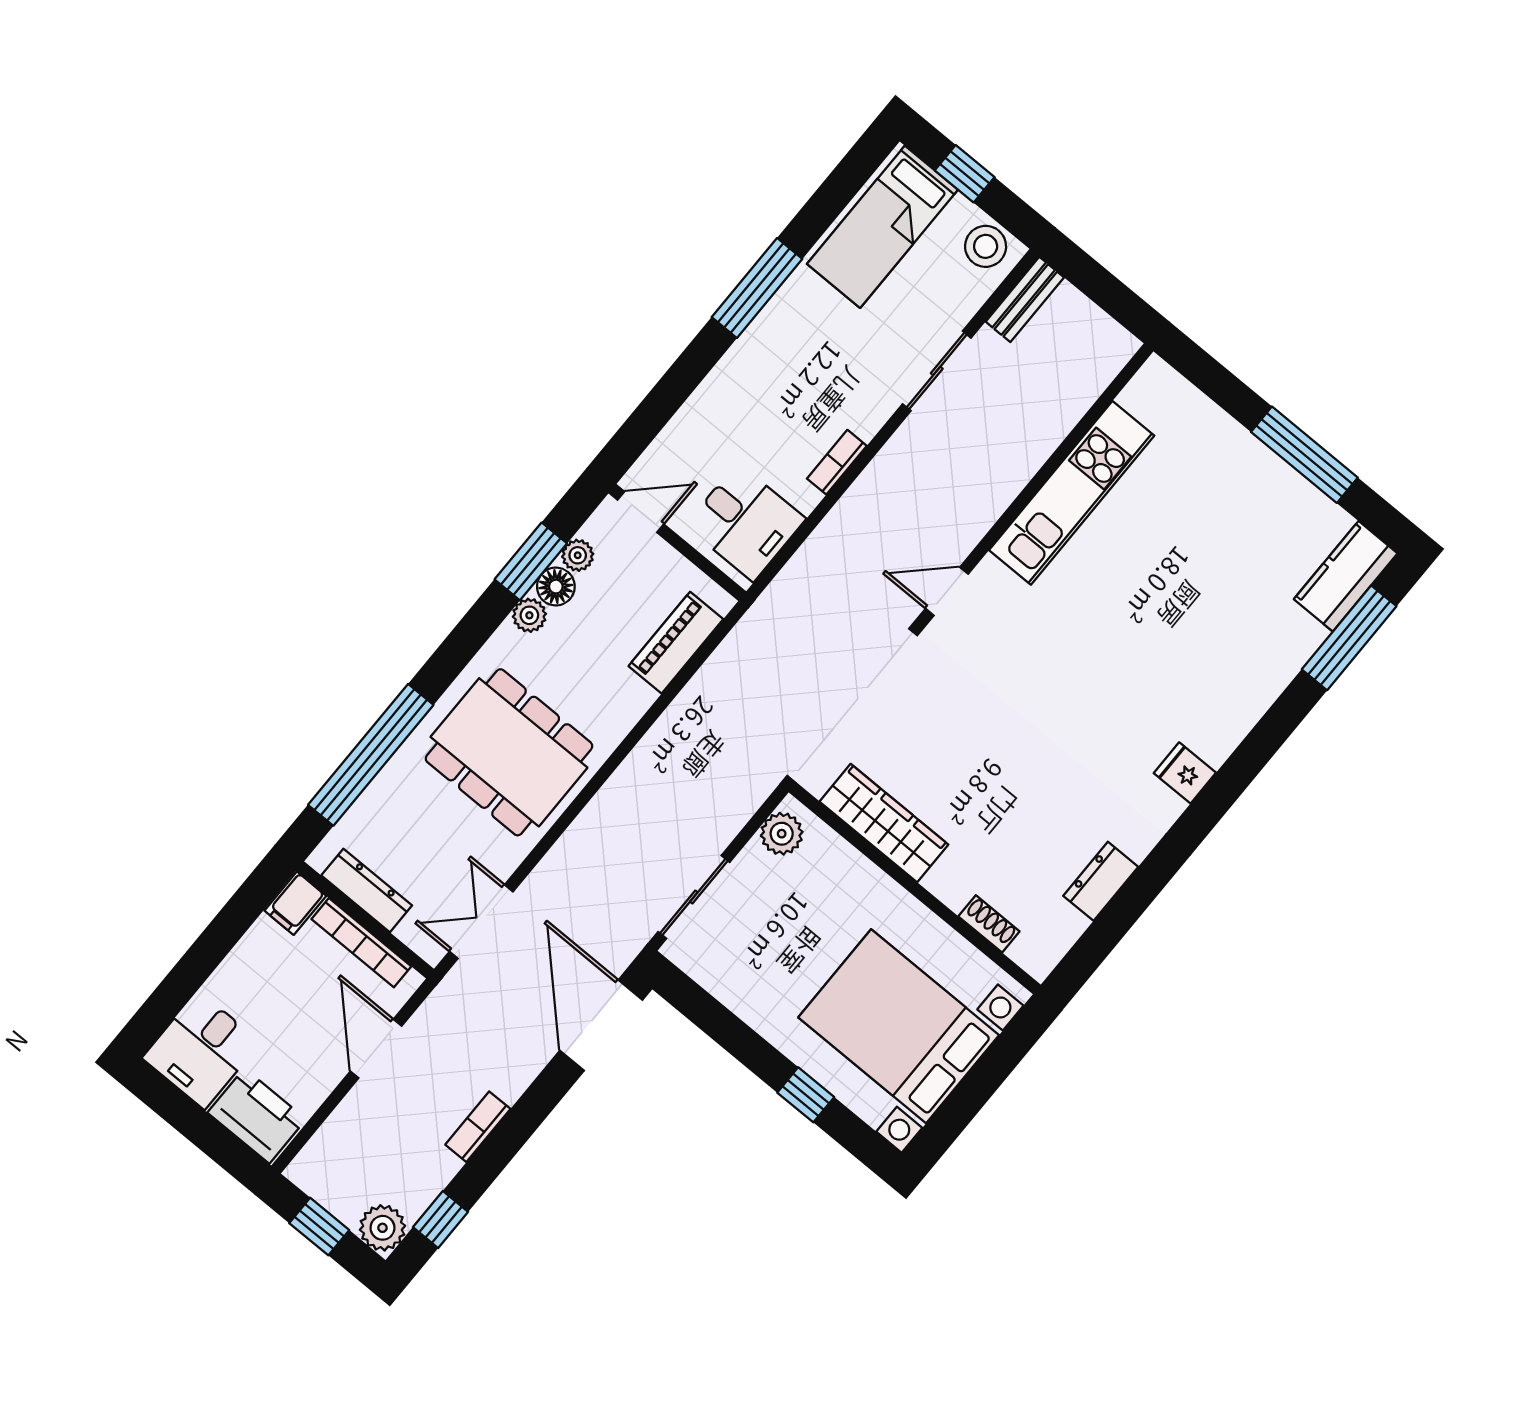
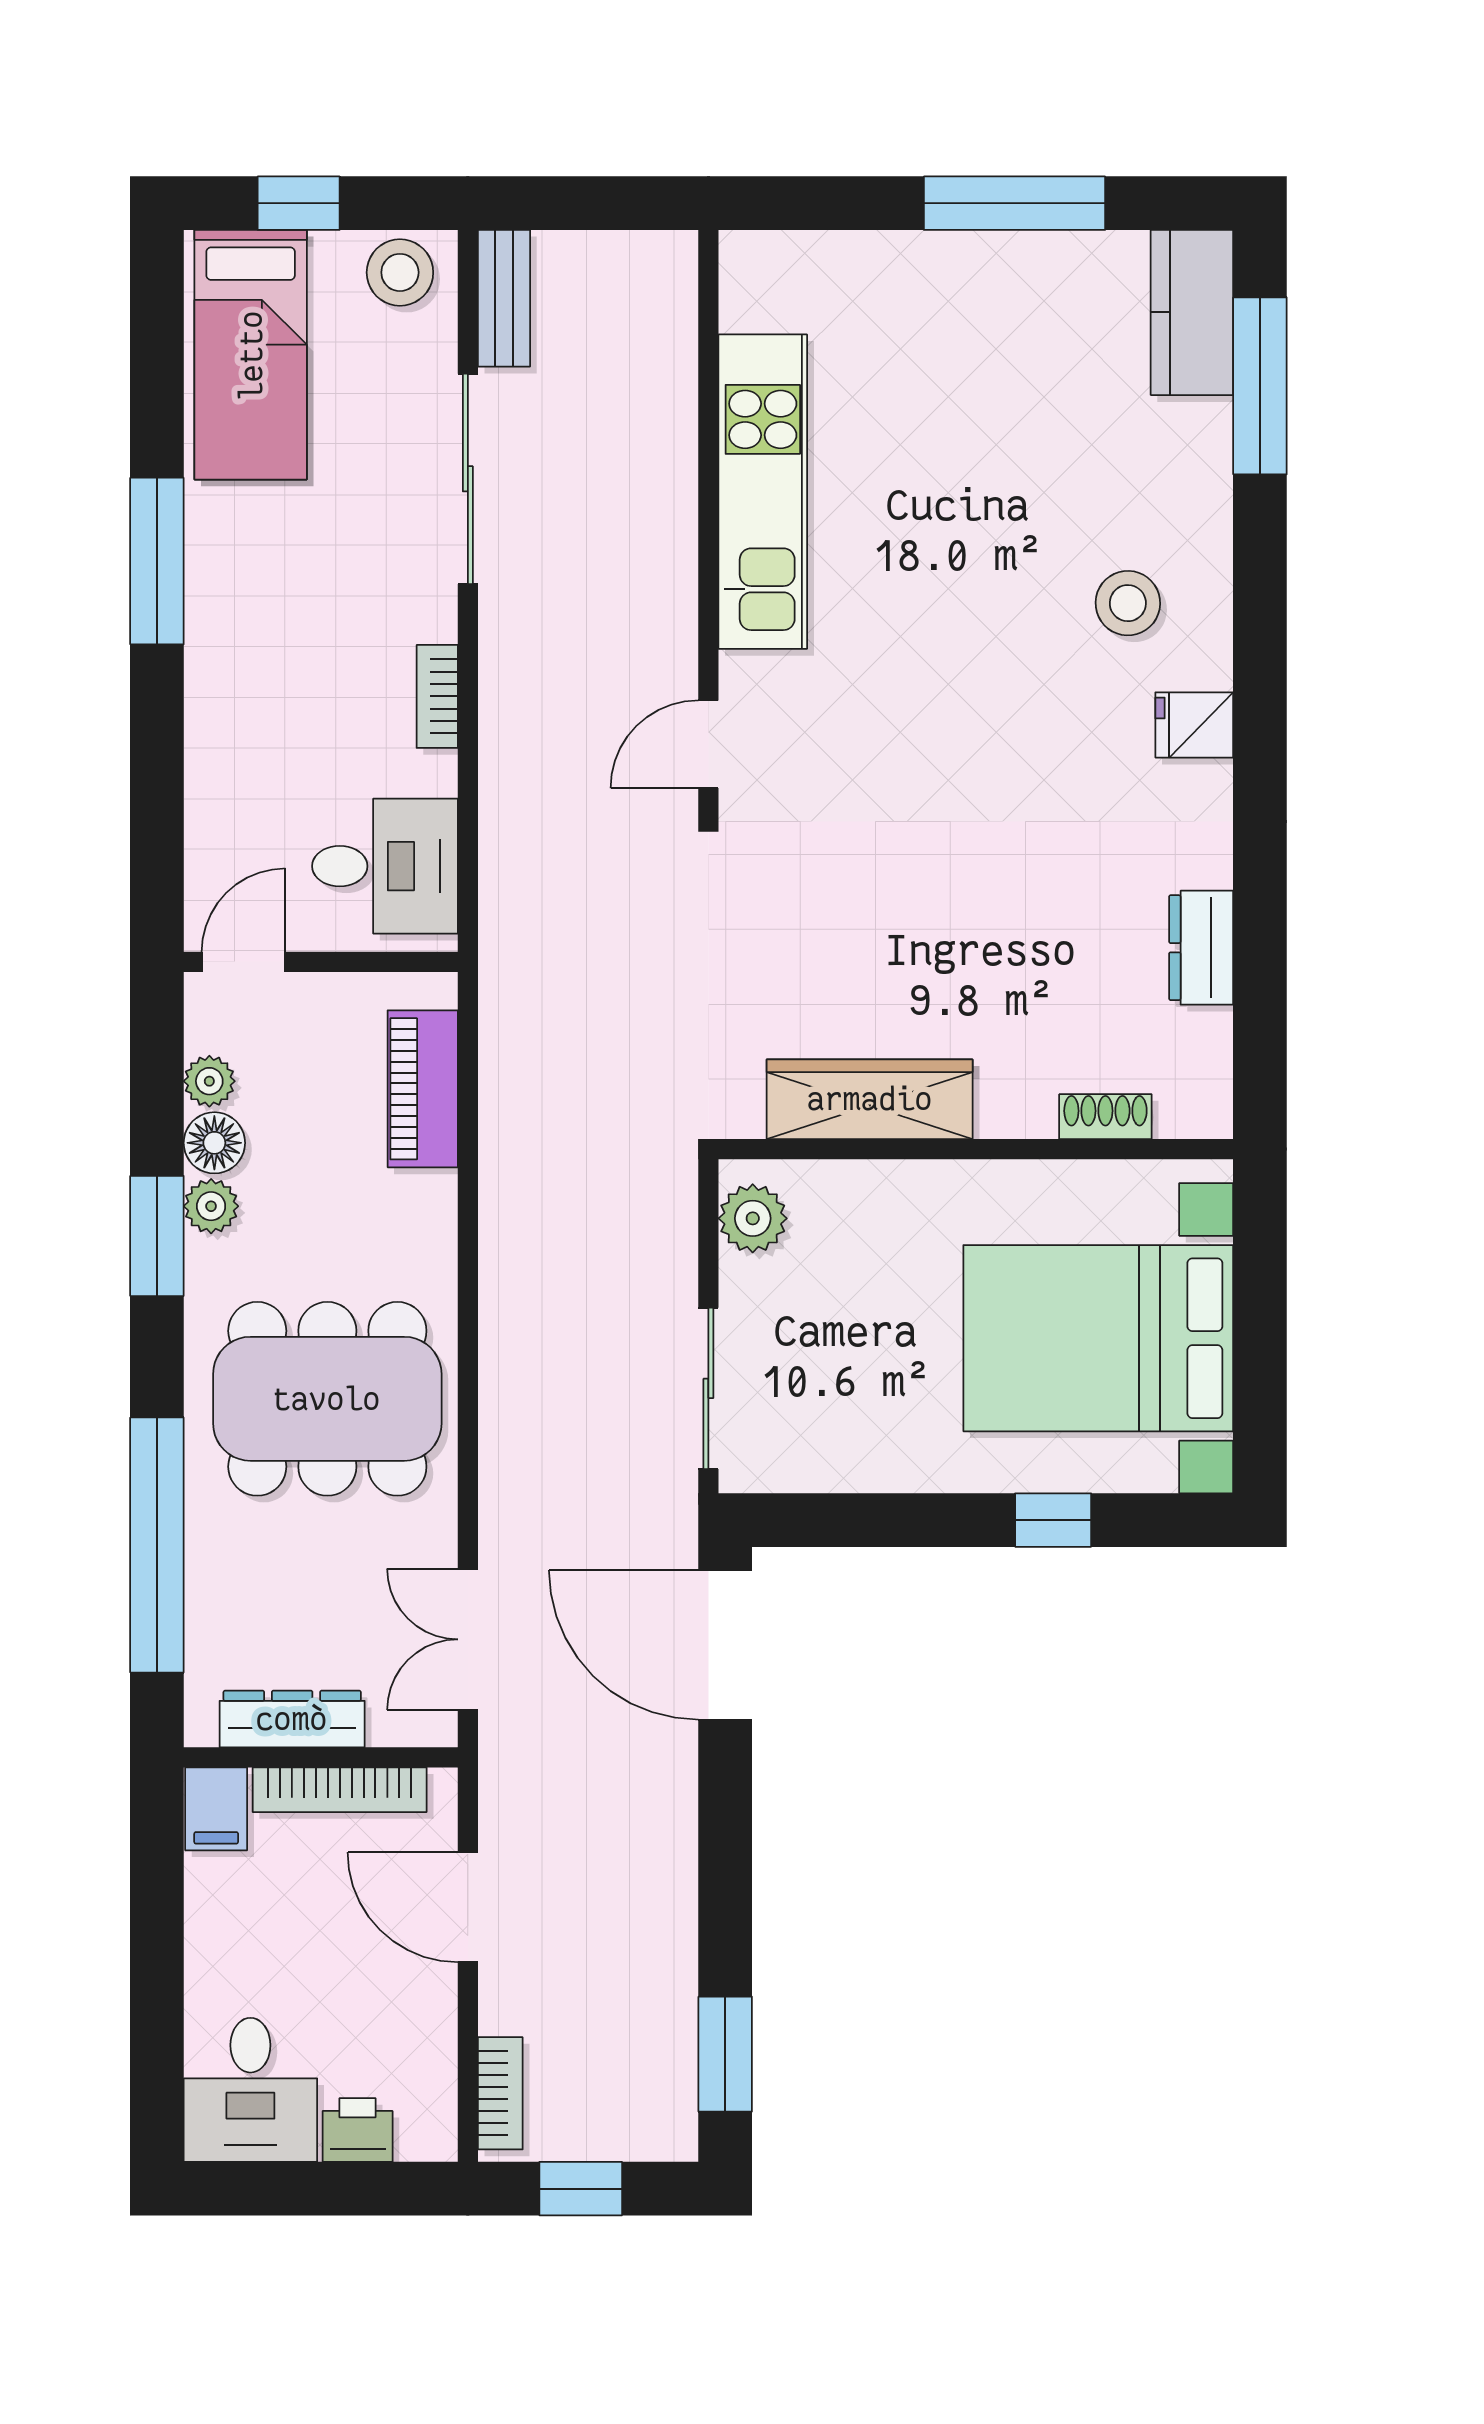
sliding door: (937, 371) -> (468, 479), width x1.37
window: (531, 561) -> (157, 1236), moved
stool: (1201, 689) -> (1128, 603), added
printer: (257, 1116) -> (358, 2130), width x0.53, depth x0.68
bookcase: (478, 1127) -> (500, 2093), moved, turned 180
window: (441, 1219) -> (725, 2054), width x1.50
plant: (382, 1228) -> (661, 2125), removed

